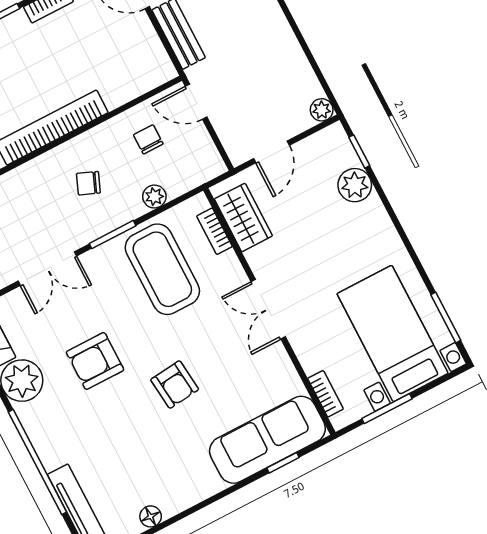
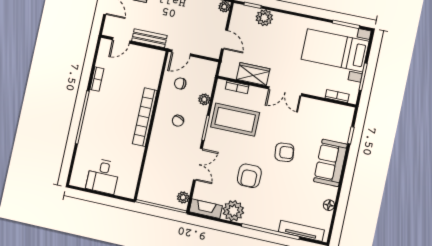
wardrobe: (243, 217) -> (253, 74), moved
sofa: (267, 440) -> (330, 163), moved, width x0.73

